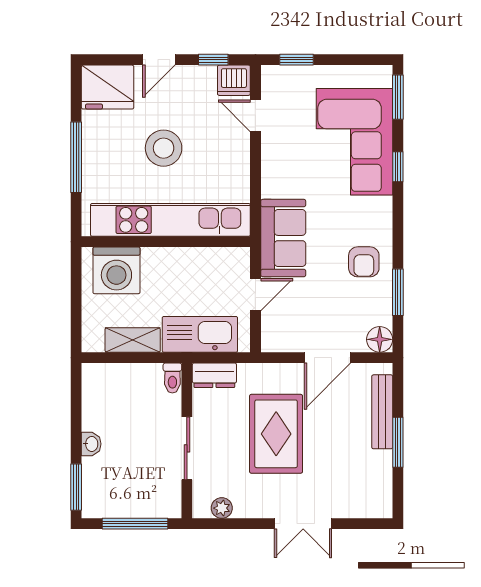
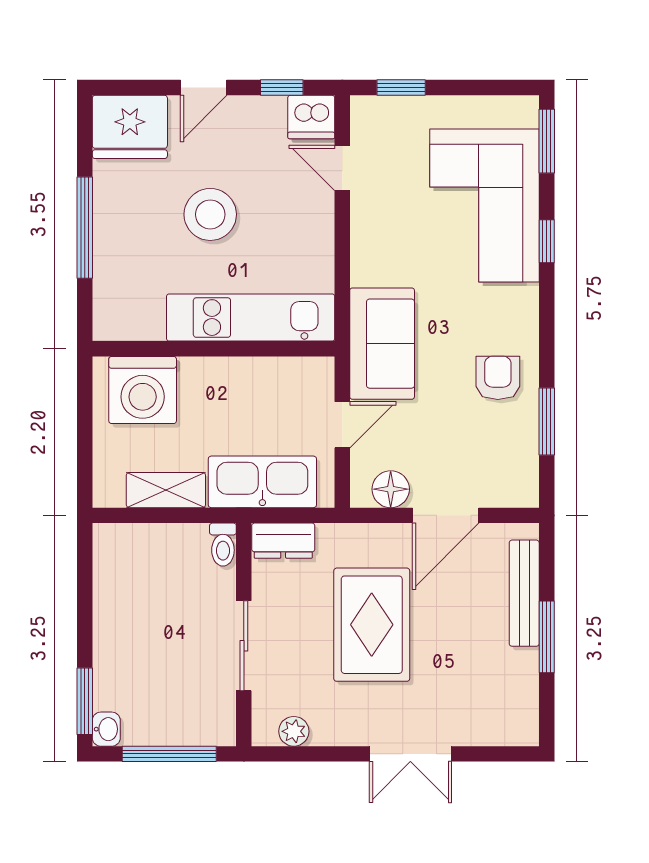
kitchen unit: (170, 220) -> (251, 318), width x0.73
armchair: (364, 262) -> (498, 378), turned 180
floor lamp: (380, 339) -> (391, 489), moved
washbasin: (91, 444) -> (106, 729), moved

